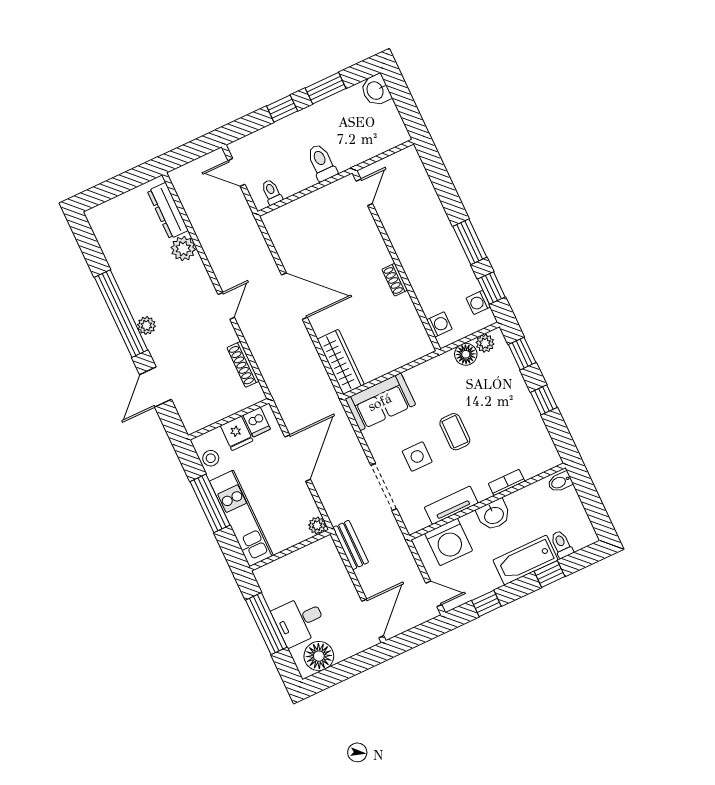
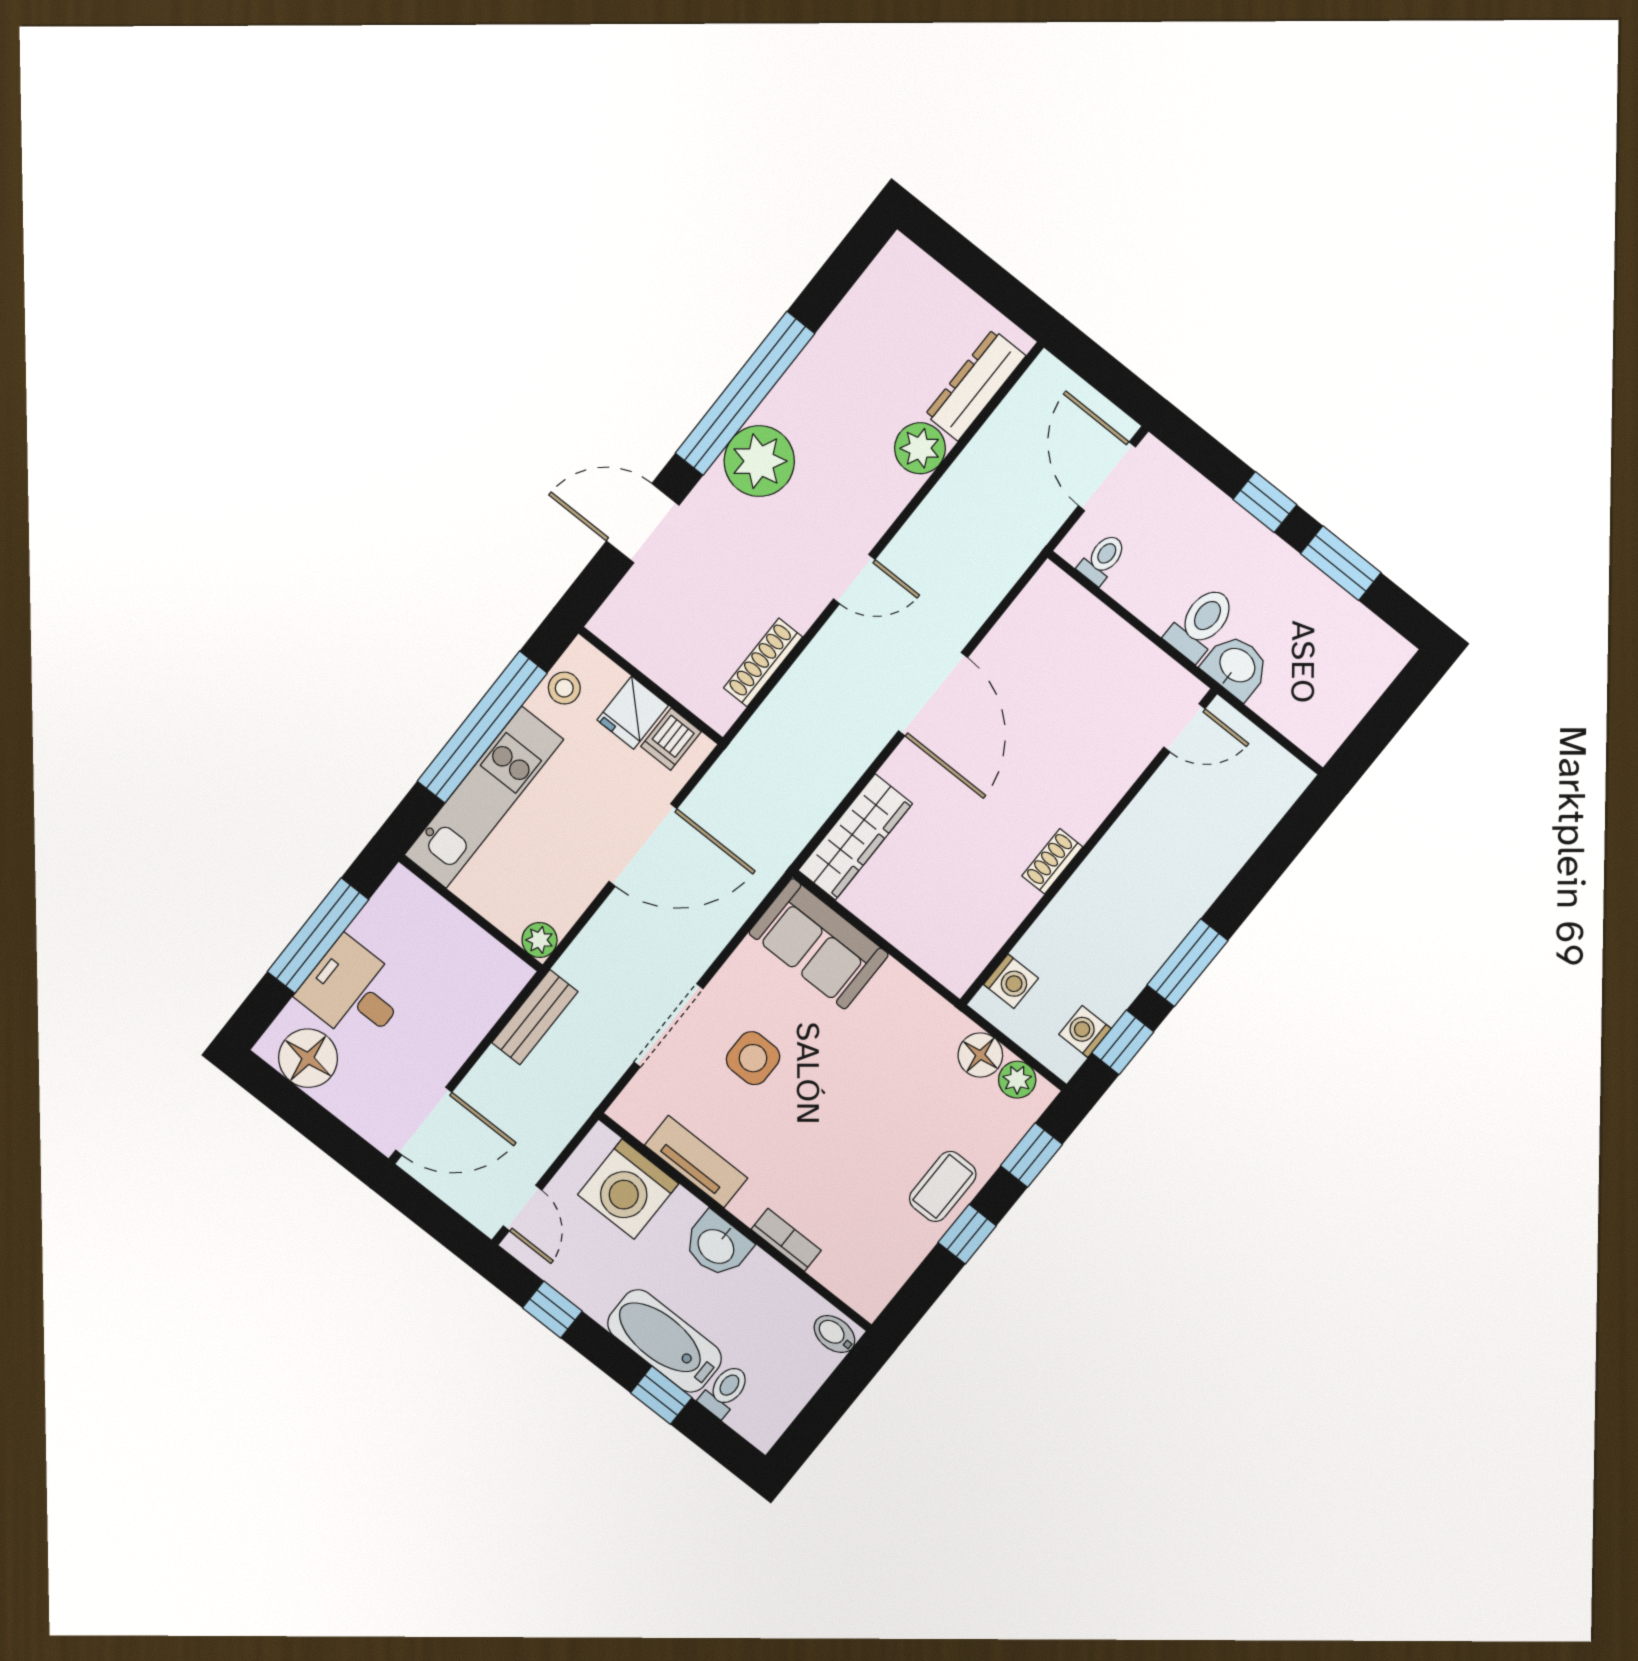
washbasin: (376, 90) -> (1236, 666), moved, turned 90
door: (236, 172) -> (1107, 476), width x1.38
plant: (146, 326) -> (759, 461), width x1.88, depth x1.88
coffee table: (455, 432) -> (943, 1186), moved
window: (210, 503) -> (482, 727), width x1.46

